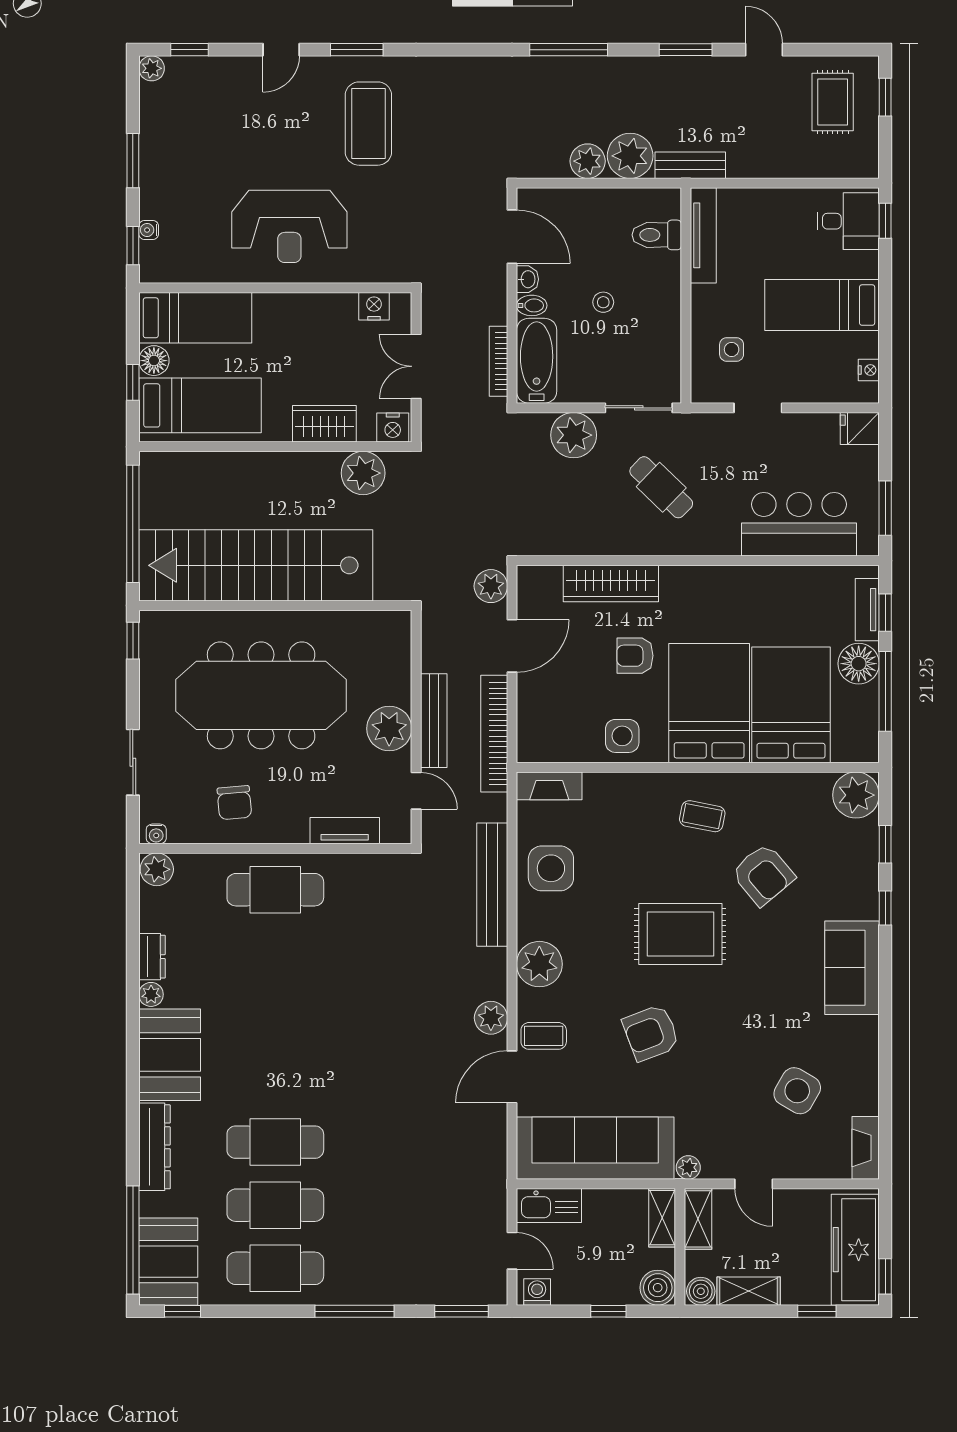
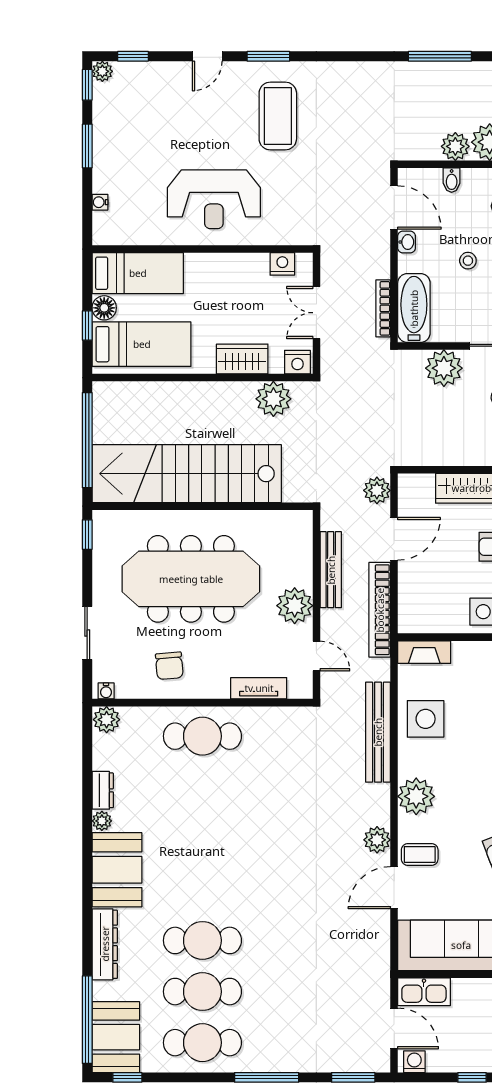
window: (133, 246) -> (87, 85), moved
bidet: (532, 305) -> (452, 180), moved, turned 90
bench: (434, 721) -> (331, 570), moved
door: (512, 1251) -> (394, 1028), width x1.38

